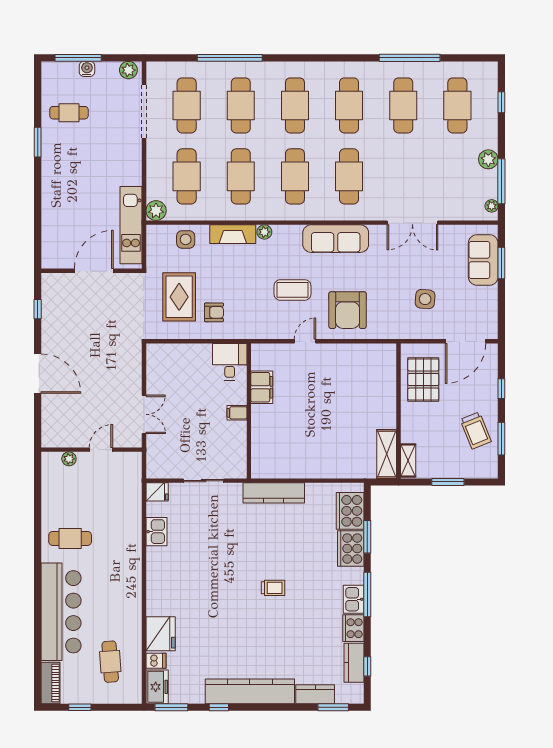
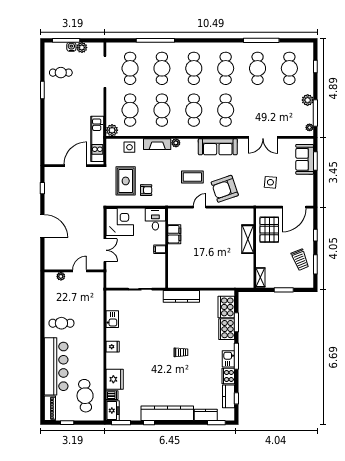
plant: (128, 70) -> (82, 48), moved
armchair: (348, 310) -> (225, 189), turned 71
corner desk: (169, 367) -> (120, 222), added
shelving: (387, 454) -> (248, 239), moved
fridge: (157, 492) -> (113, 347), moved
cafe table: (110, 662) -> (85, 396), width x1.37, depth x1.35

